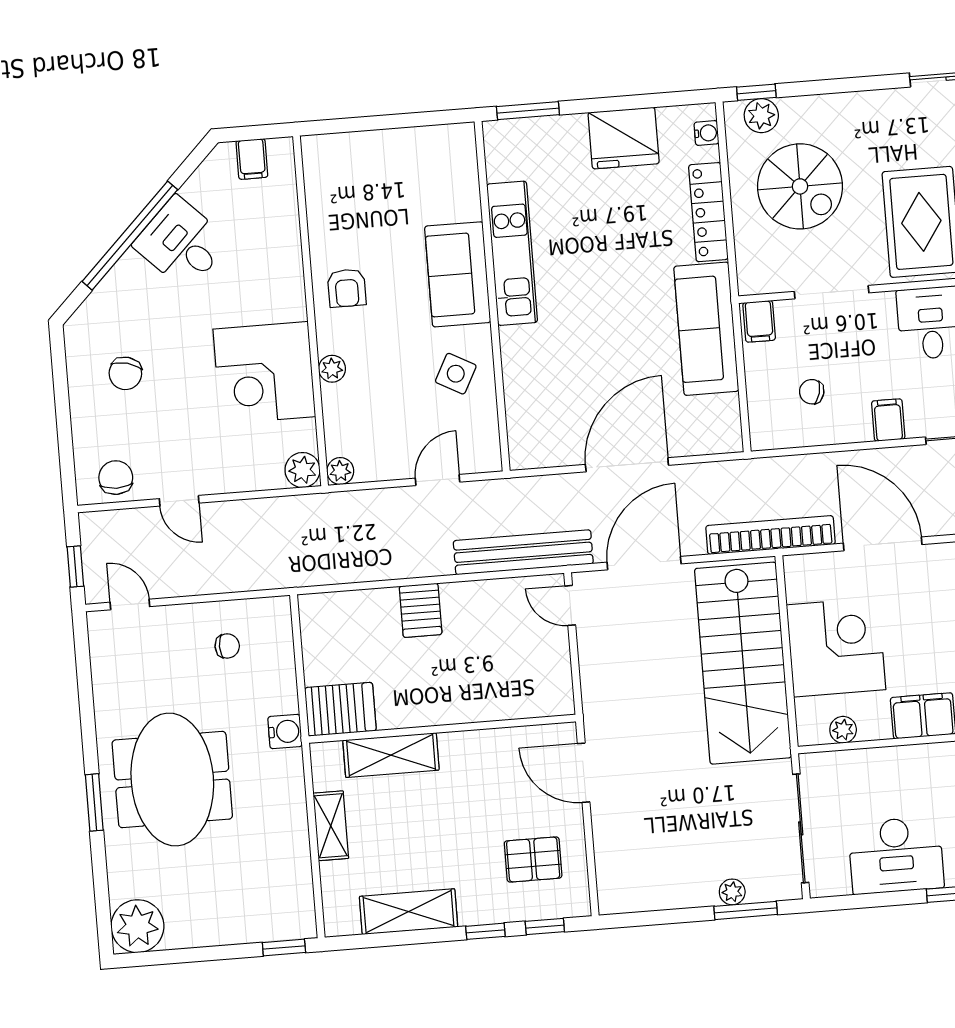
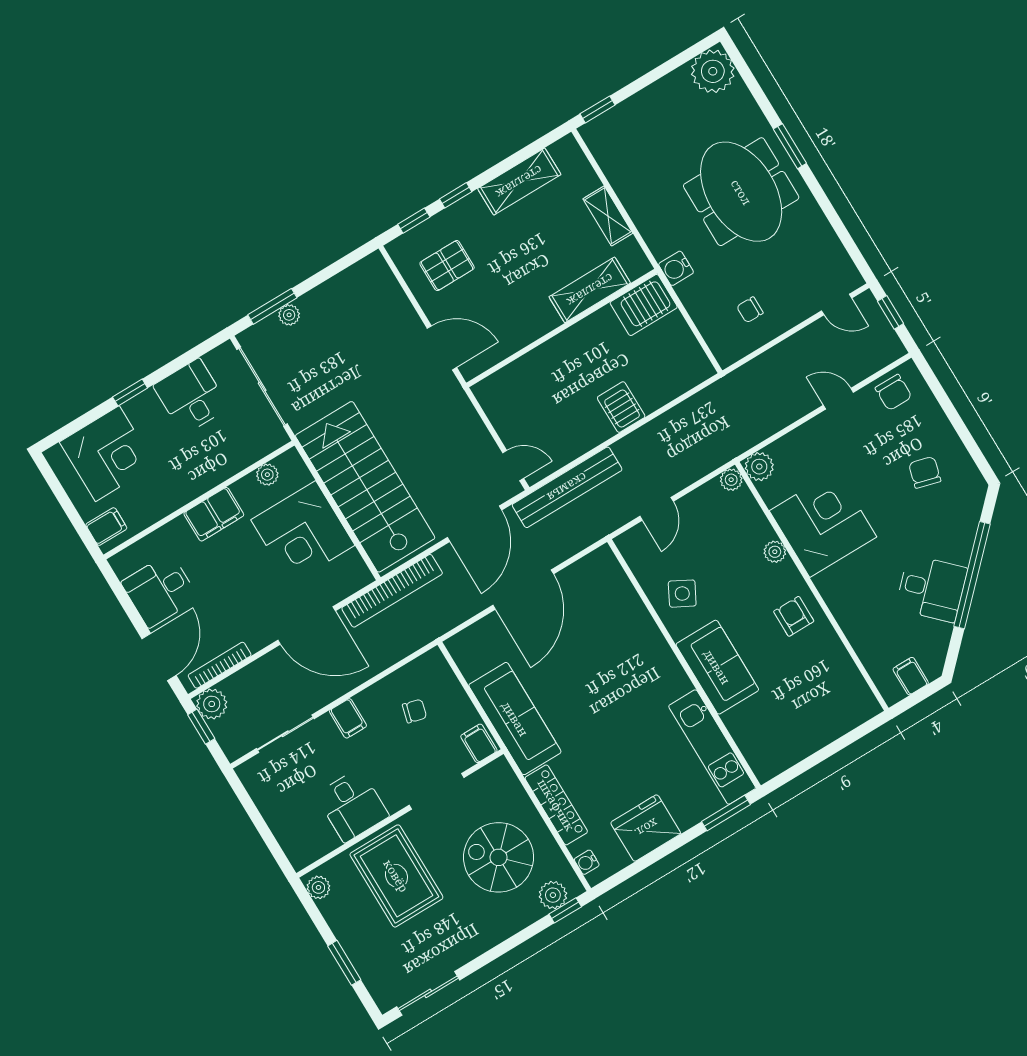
kitchen unit: (512, 253) -> (712, 747), moved
desk: (896, 855) -> (191, 397), width x0.73

